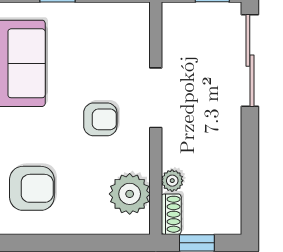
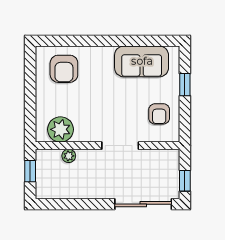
armchair: (100, 119) -> (159, 114), moved
shoe rack: (171, 214) -> (48, 155), removed

